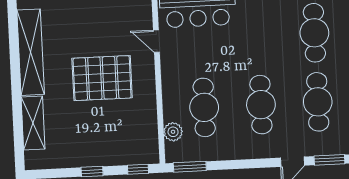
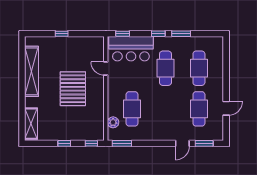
pallet: (102, 78) -> (73, 89), turned 90
cafe table: (261, 105) -> (165, 68), moved
shelving: (33, 123) -> (31, 124), moved

